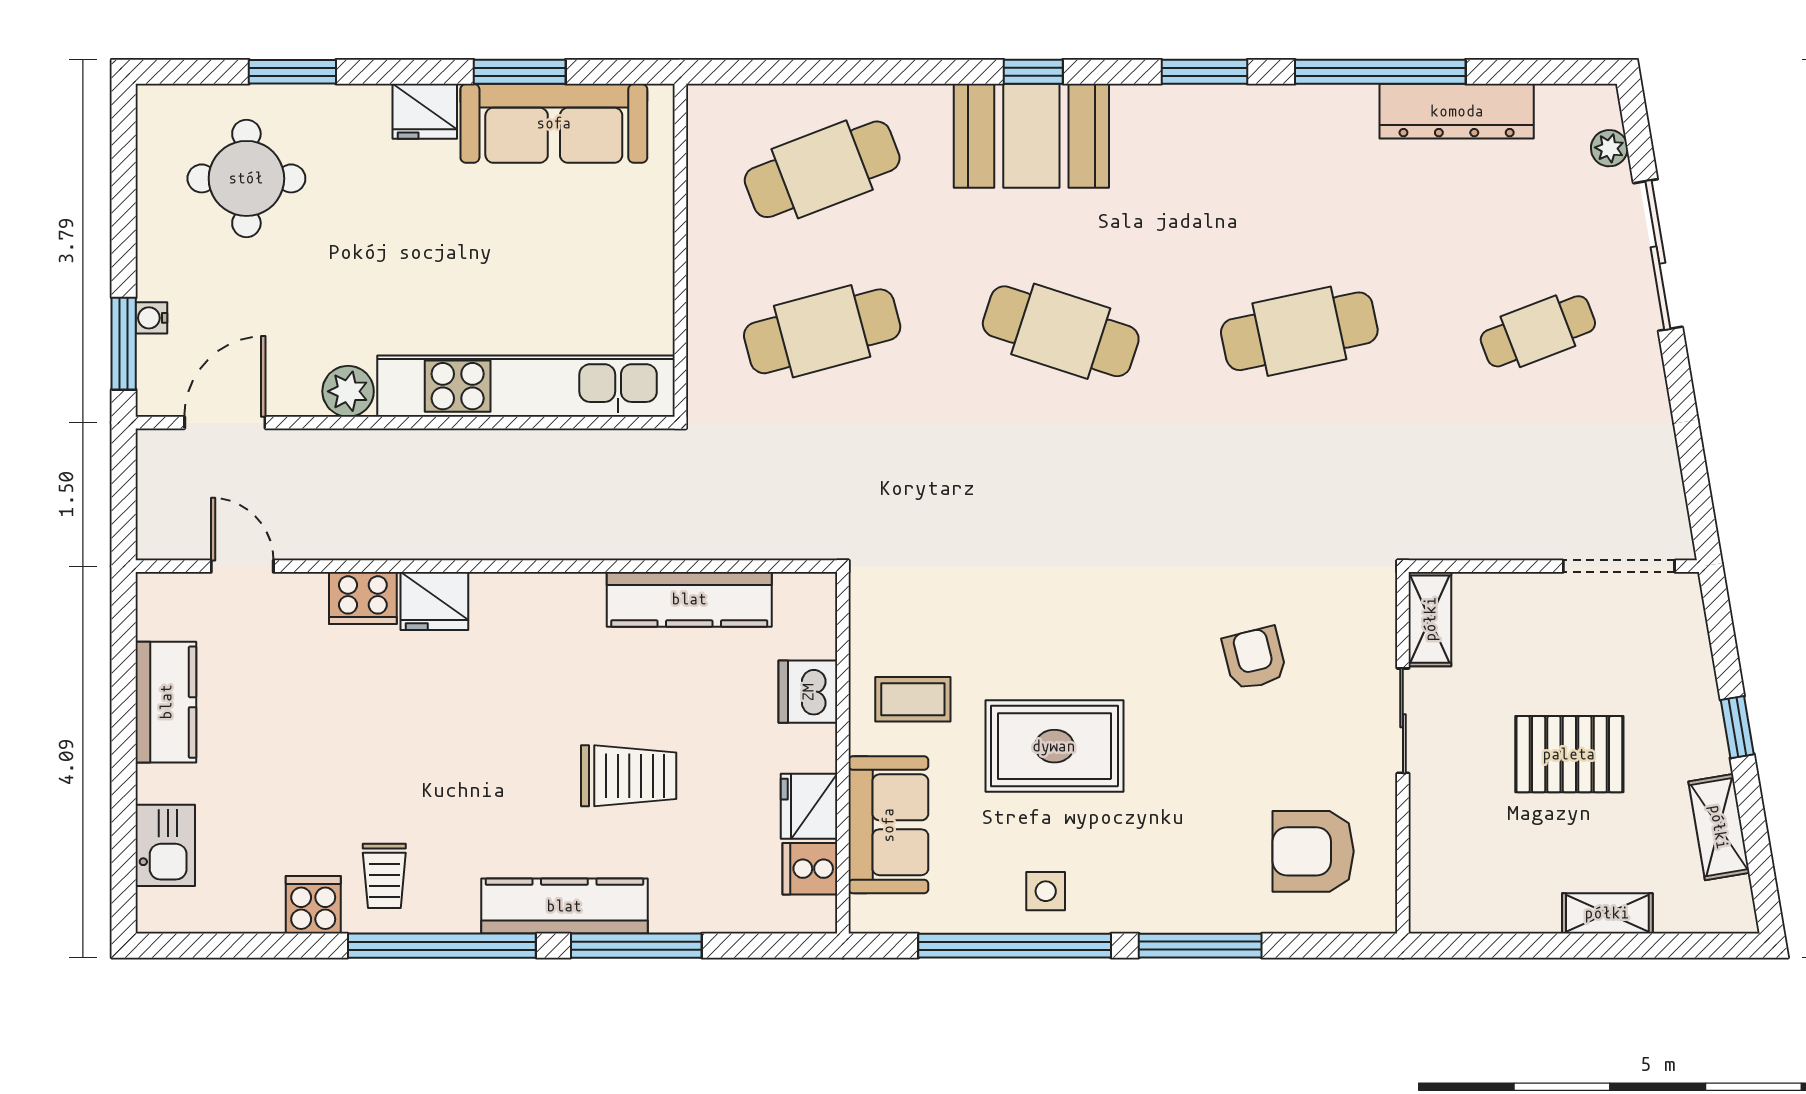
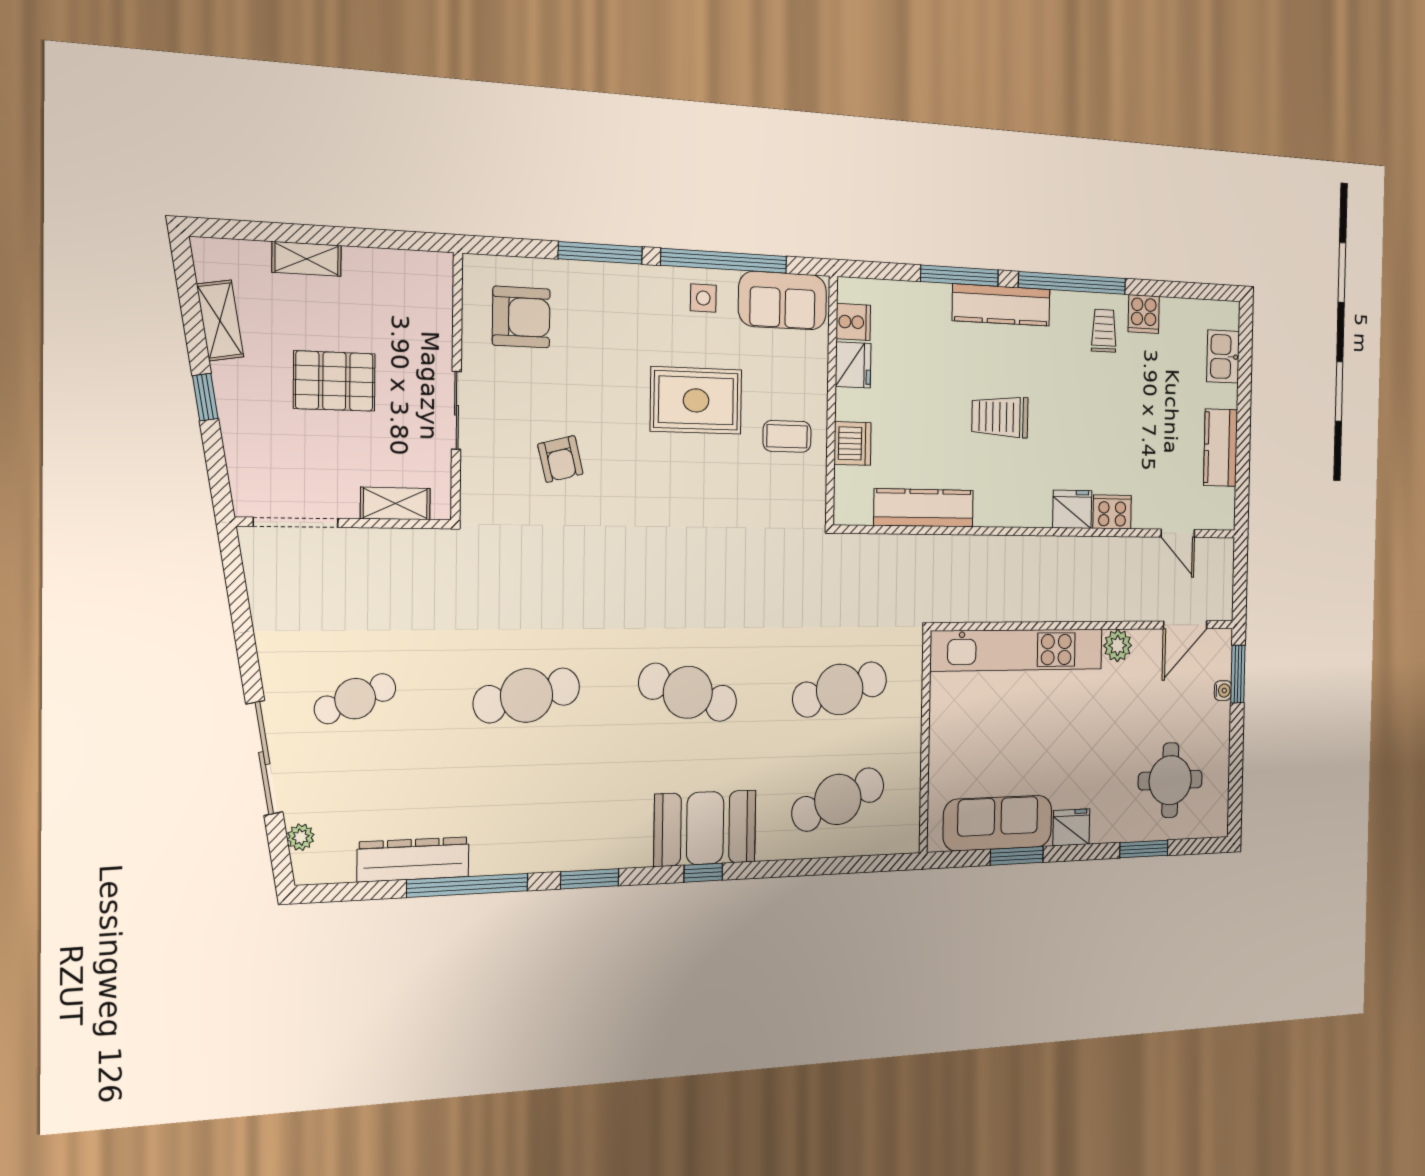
shelving: (1430, 619) -> (395, 503), moved, turned 90
trolley: (629, 776) -> (1000, 417), moved
sofa: (888, 825) -> (783, 301), moved, turned -90

